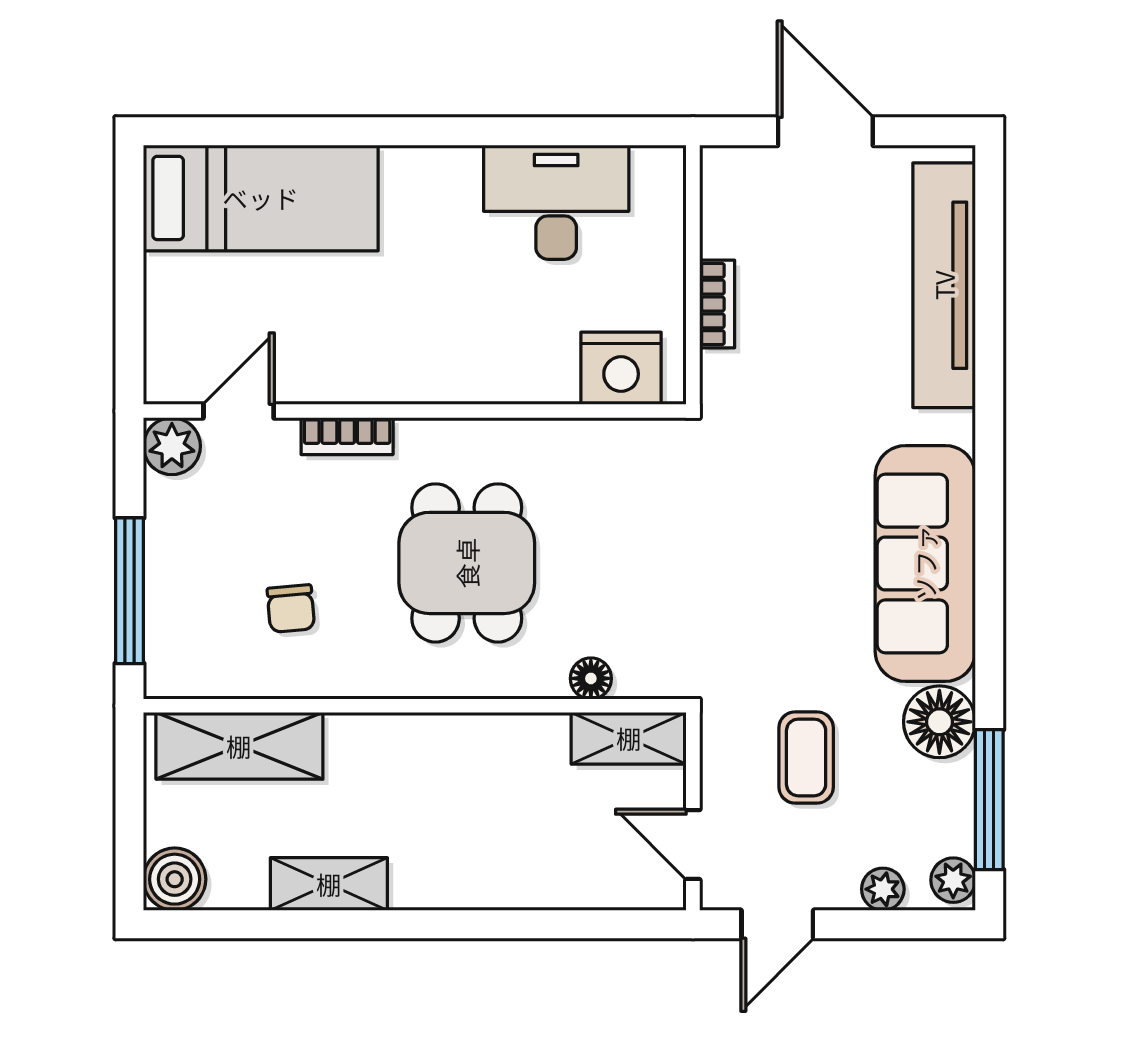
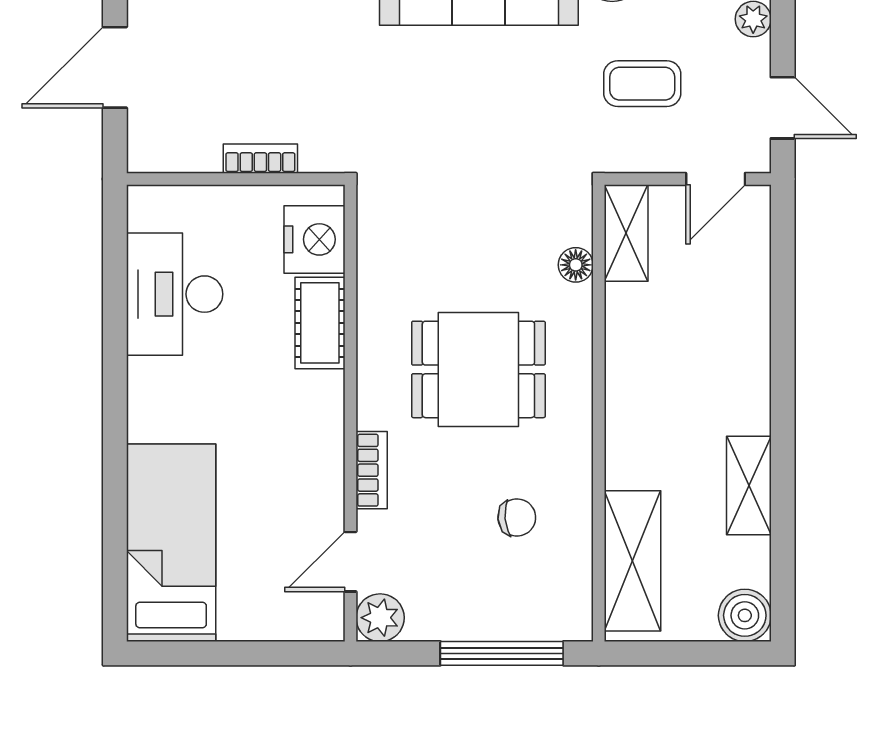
cot: (522, 375) -> (320, 323), added
door: (239, 411) -> (350, 562), hinge flipped

